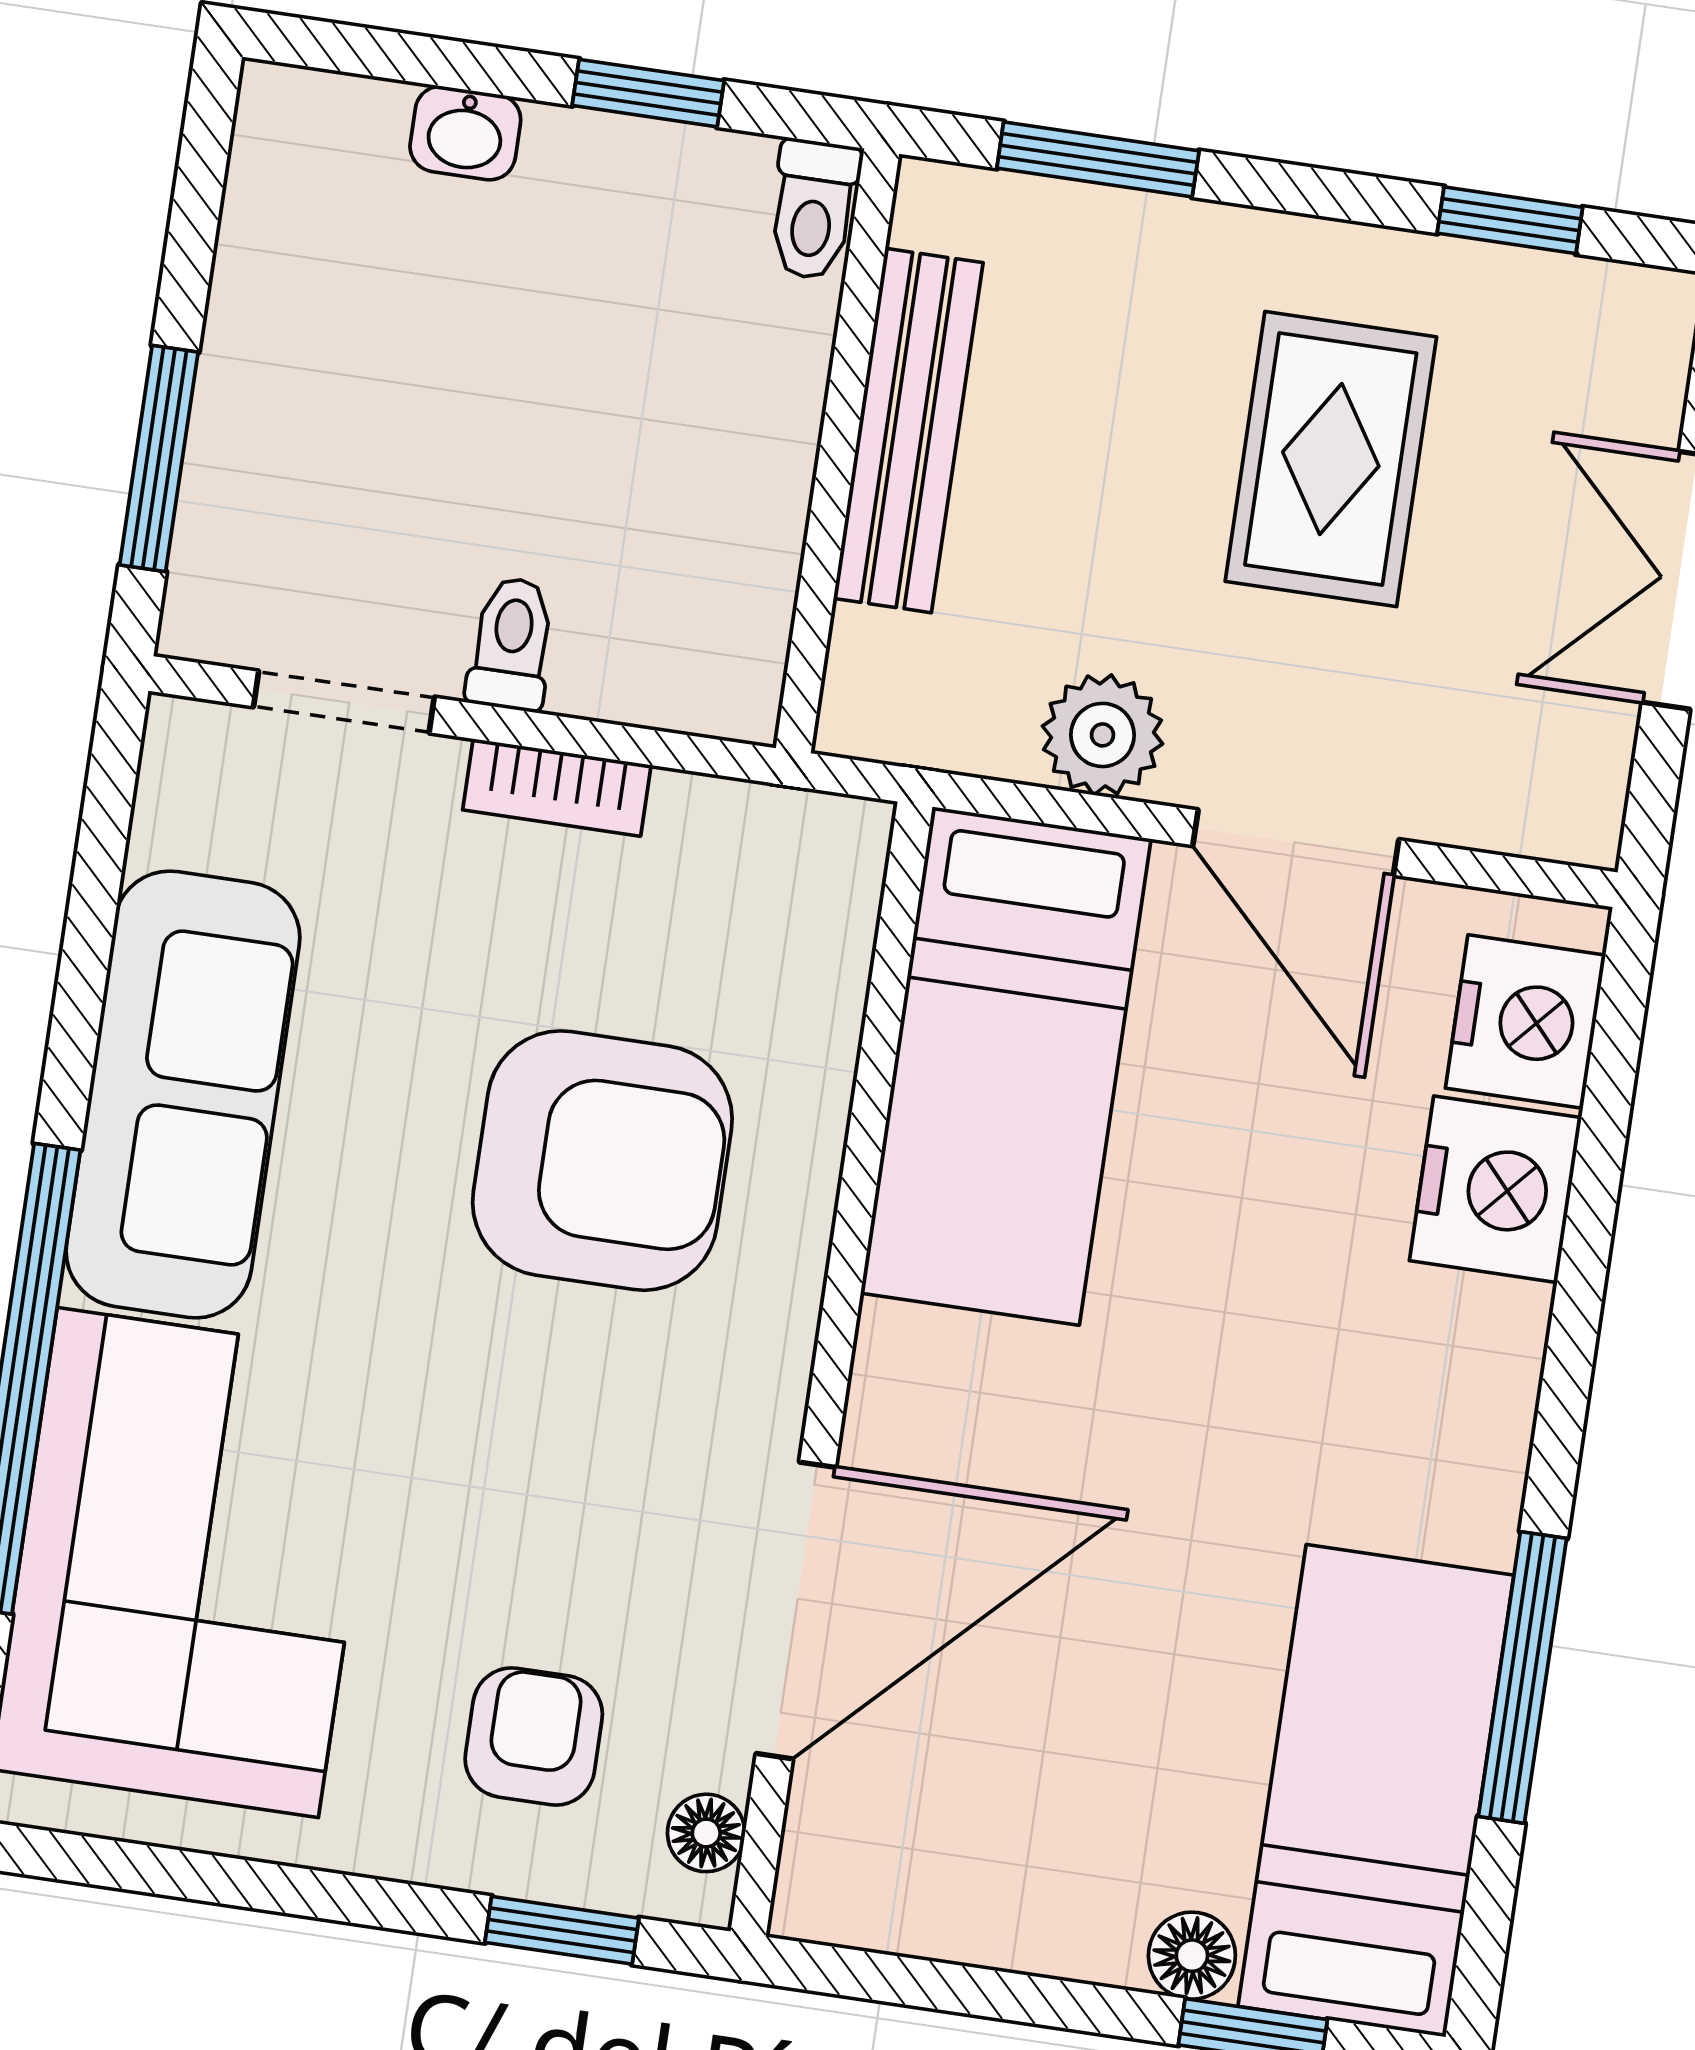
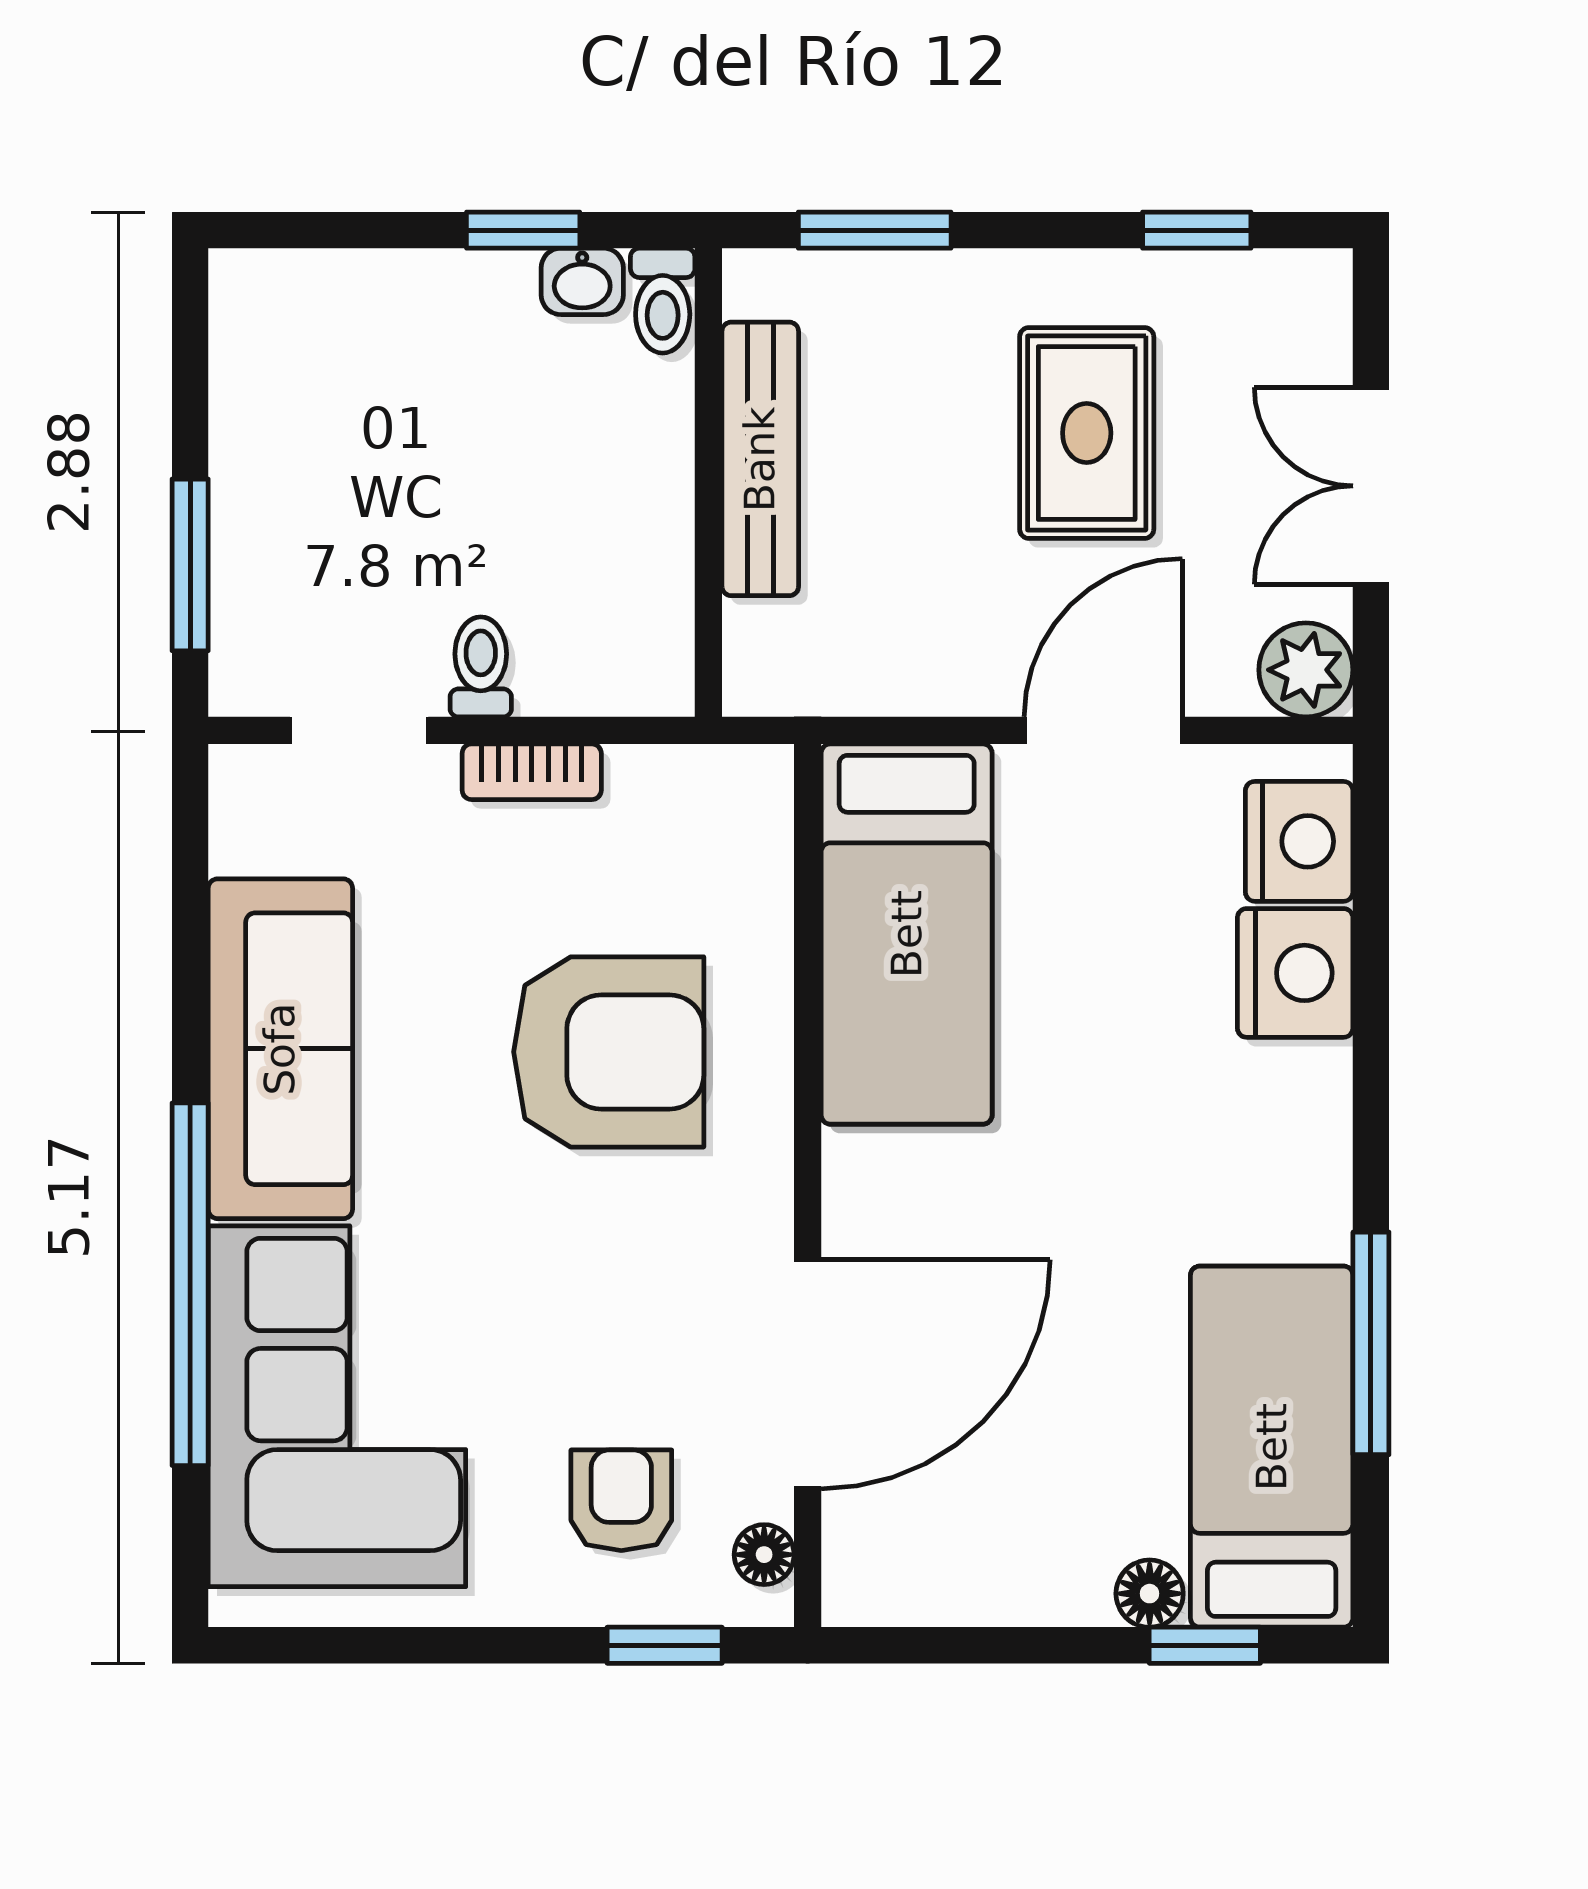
washbasin: (465, 133) -> (582, 281), moved
plant: (1102, 735) -> (1306, 670), moved
door: (1296, 843) -> (1103, 730), swing flipped

